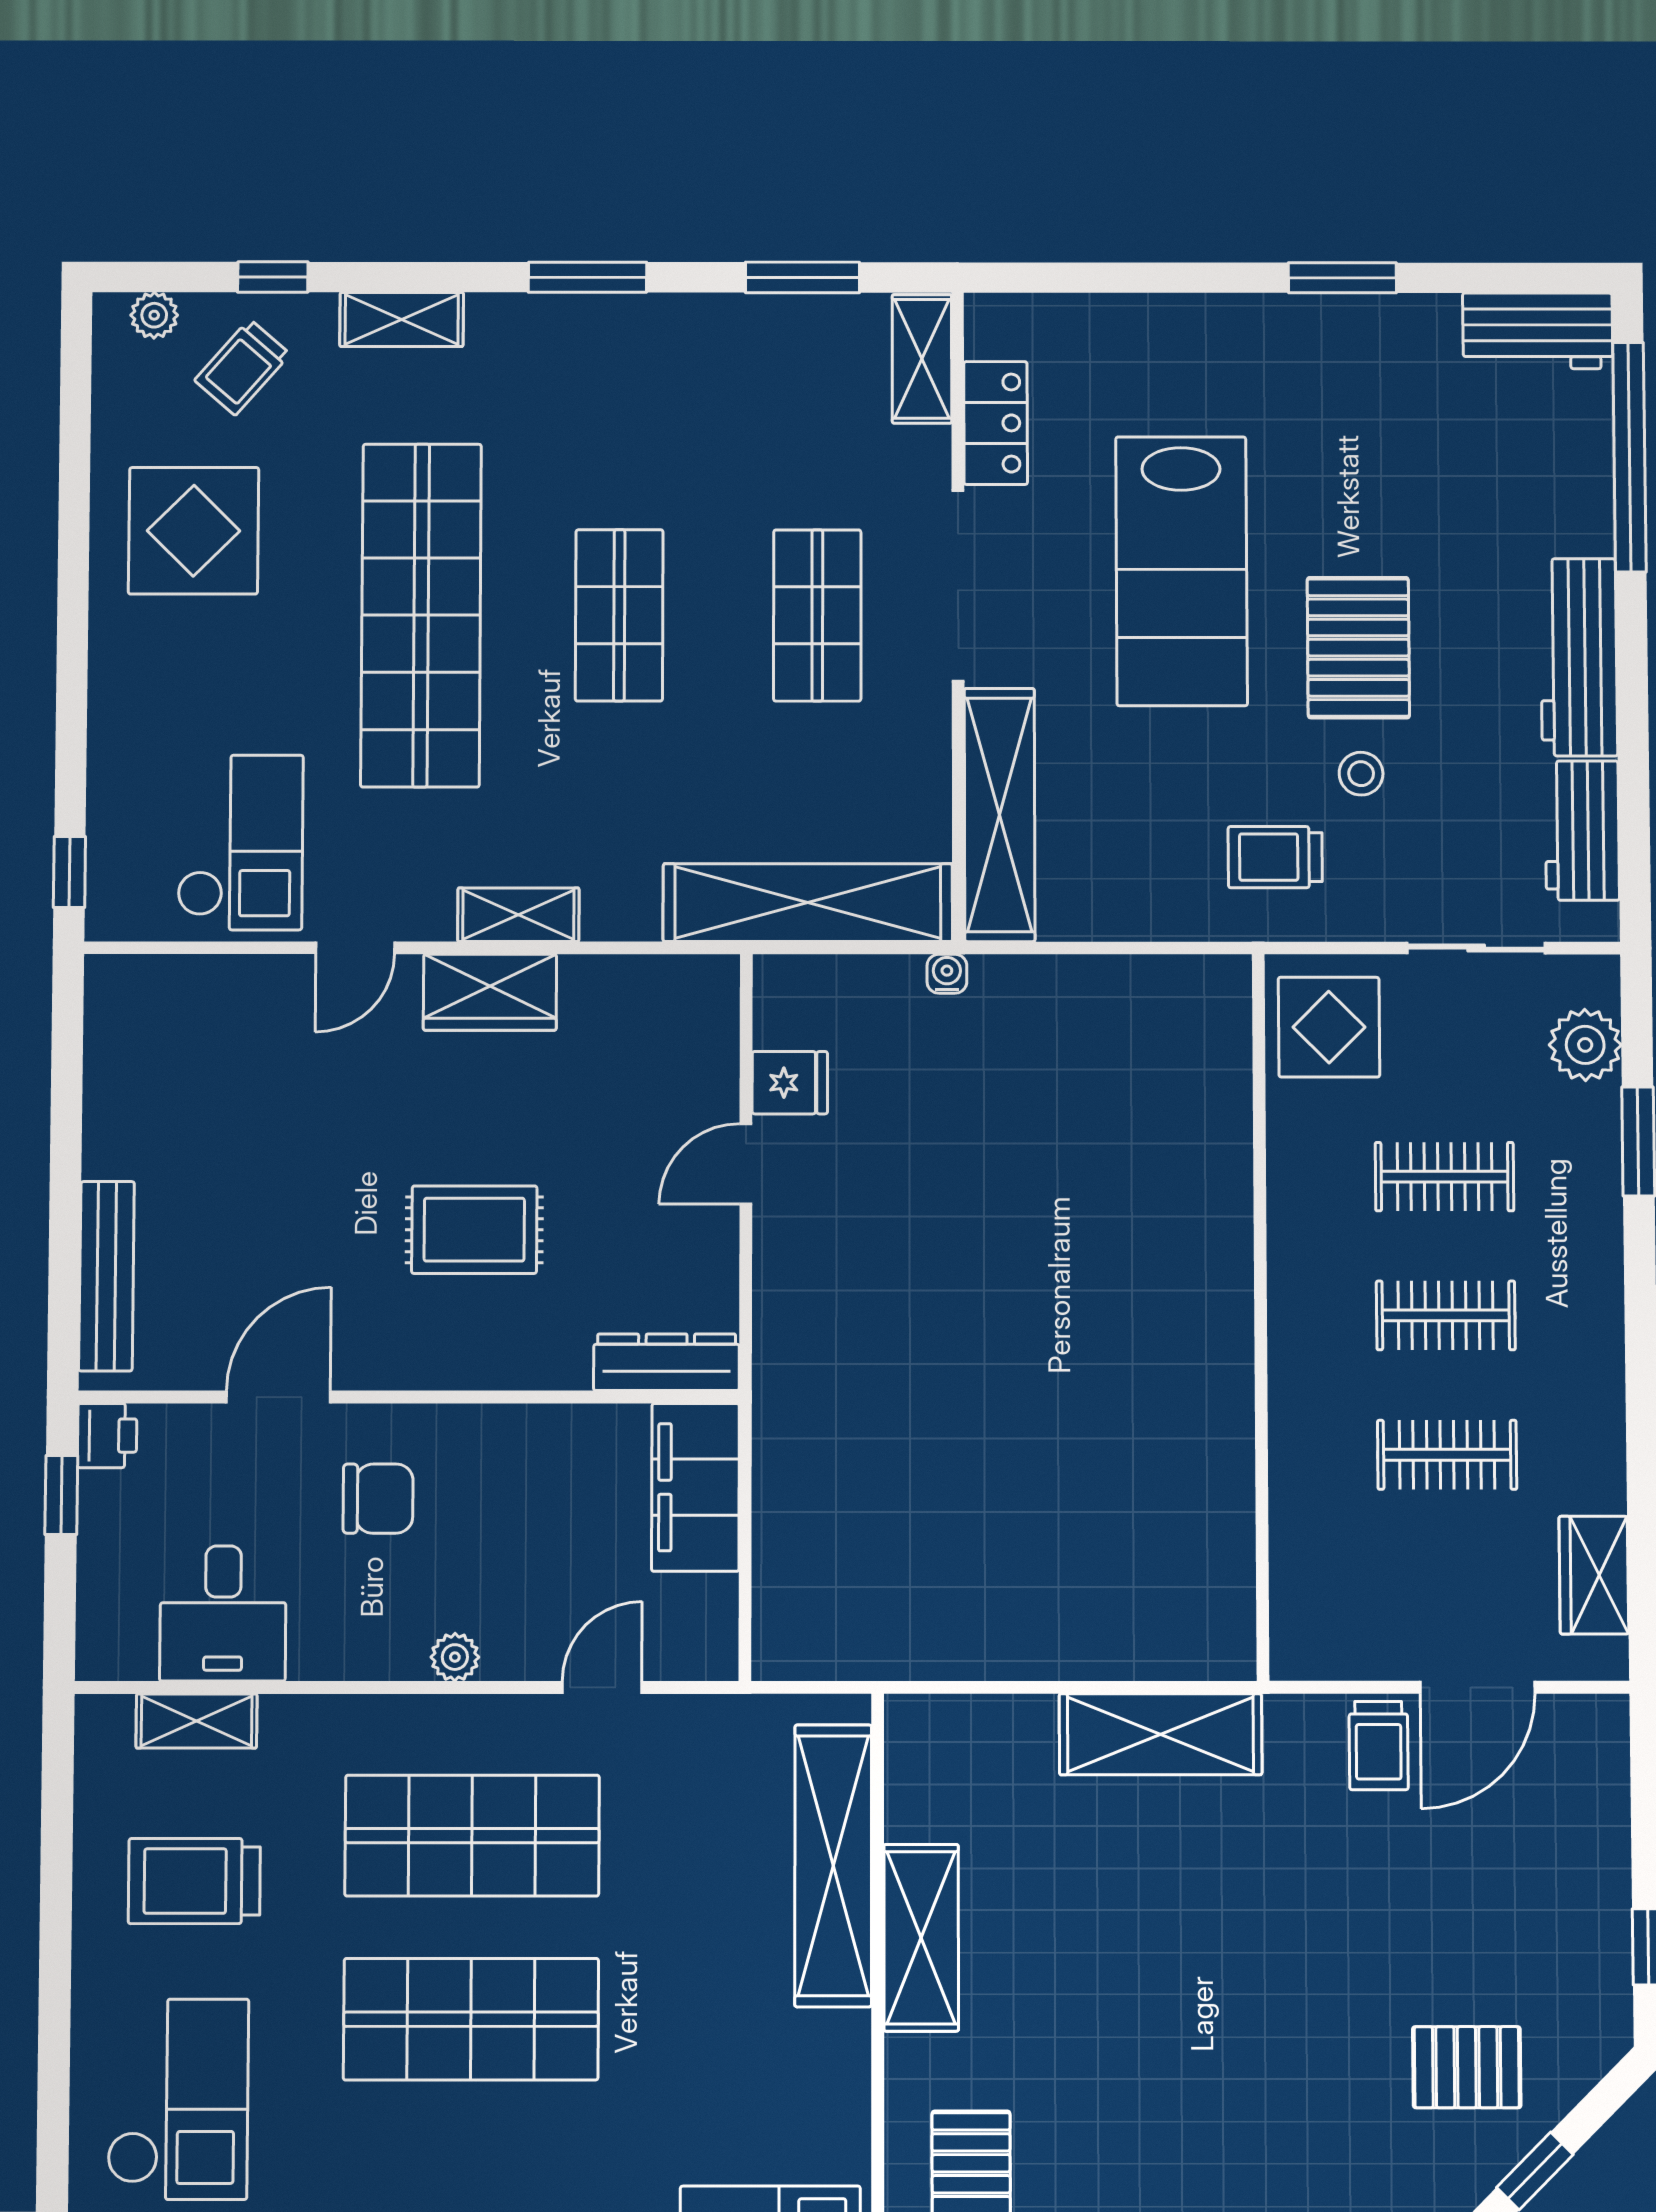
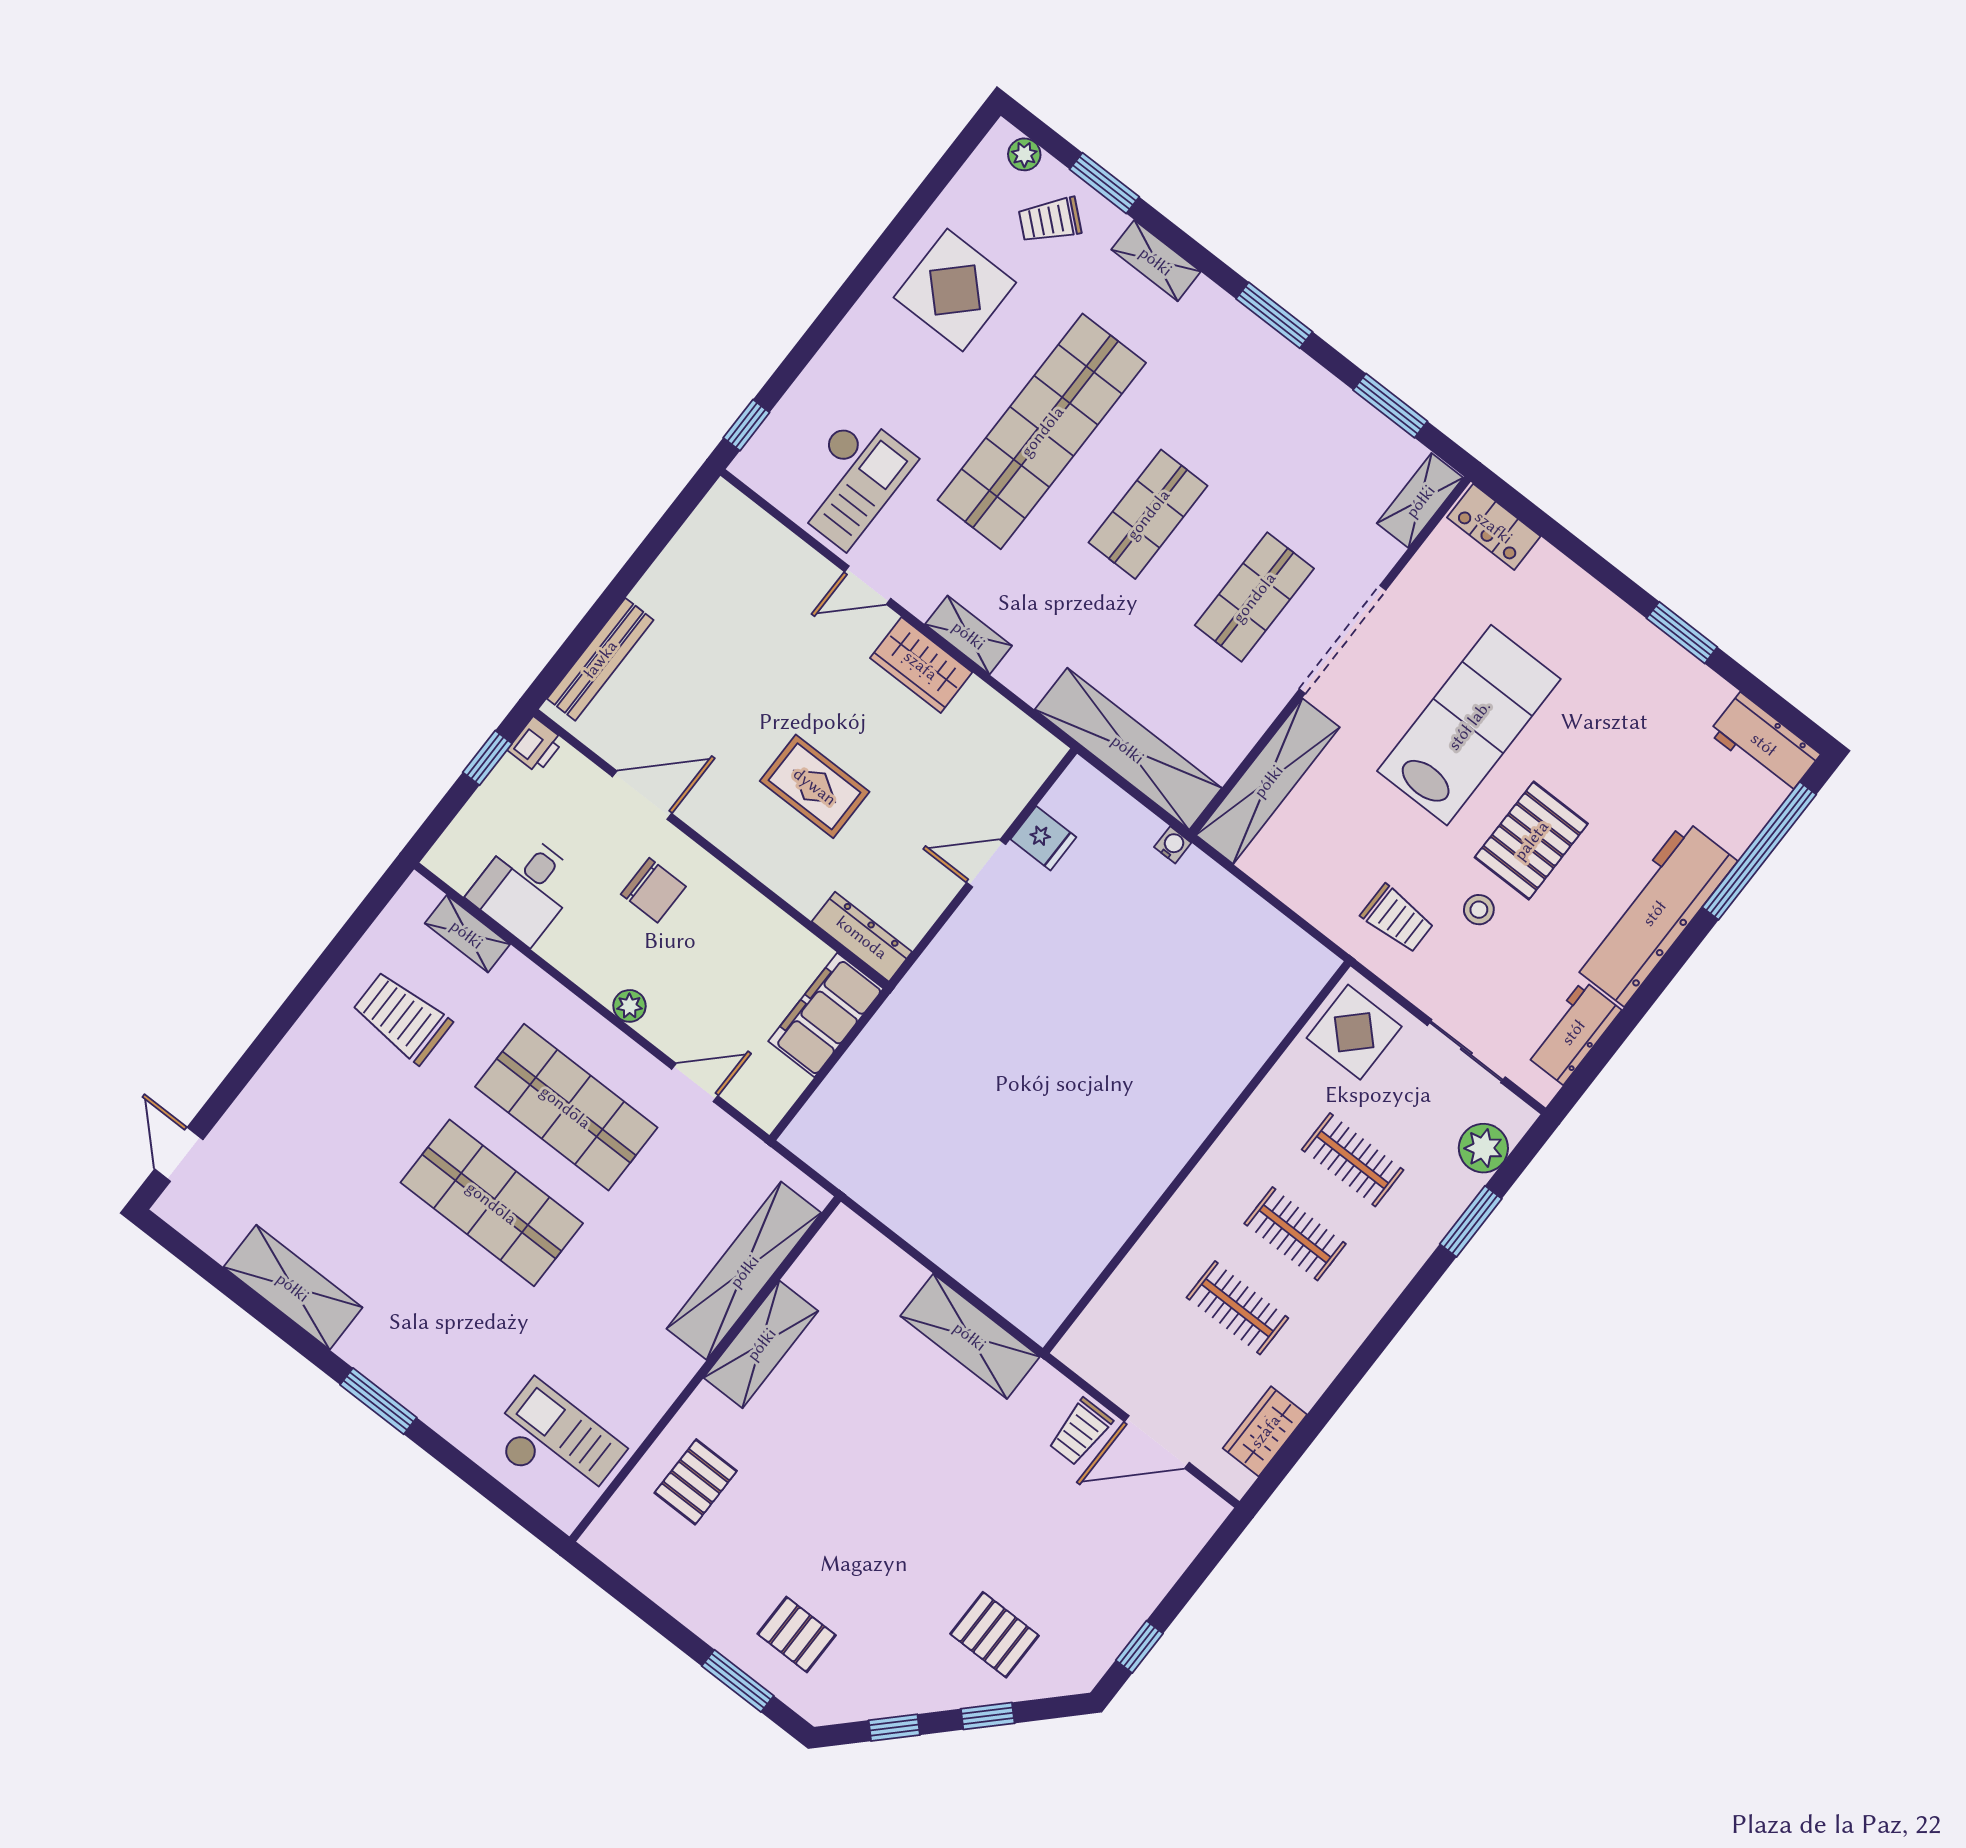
window: (273, 277) -> (1104, 183), width x1.50
locker: (996, 423) -> (1494, 527), moved, turned 90
lab bench: (1181, 571) -> (1469, 725), turned 180
workbench: (1579, 657) -> (1654, 913), width x1.36, depth x1.32
trolley: (1275, 857) -> (1397, 919), turned 180
checkout: (178, 2099) -> (306, 1125), removed

